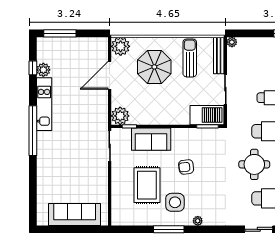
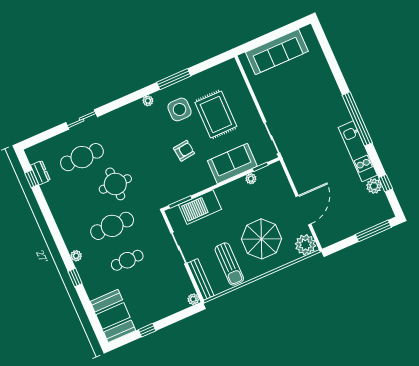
barbecue: (207, 115) -> (200, 207), moved
plant: (120, 116) -> (251, 179), moved, width x0.53, depth x0.53

